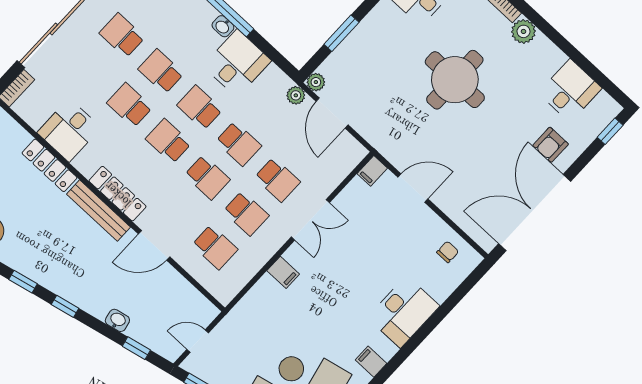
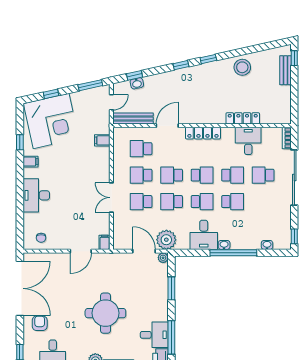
school desk: (122, 35) -> (263, 175), moved, turned 180
plant: (296, 95) -> (166, 240), width x1.88, depth x1.88
bench: (99, 211) -> (133, 119), moved
filing cabinet: (283, 272) -> (102, 140), moved
washbasin: (117, 320) -> (137, 83), moved

